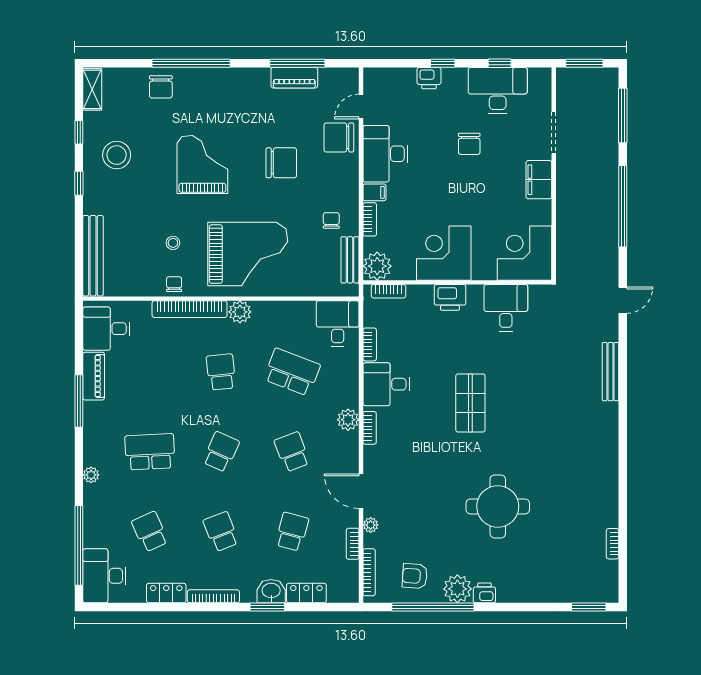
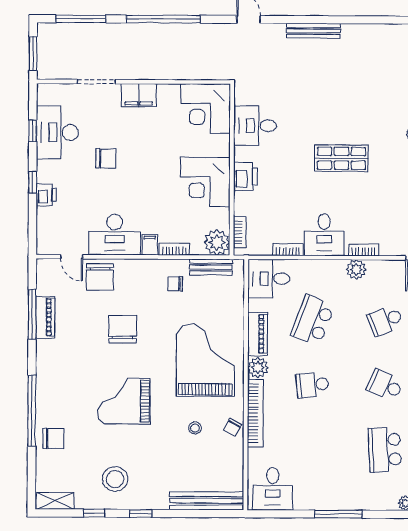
chair: (174, 284) -> (233, 427), turned -62
piano: (94, 376) -> (258, 334), moved, turned 90

